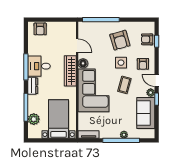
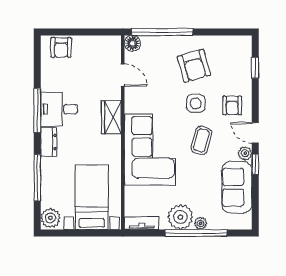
armchair: (147, 39) -> (239, 65), removed
floor lamp: (83, 63) -> (132, 43), moved
wardrobe: (70, 71) -> (111, 117), width x0.67
plant: (34, 119) -> (50, 218), moved
plant: (112, 131) -> (180, 217), added

